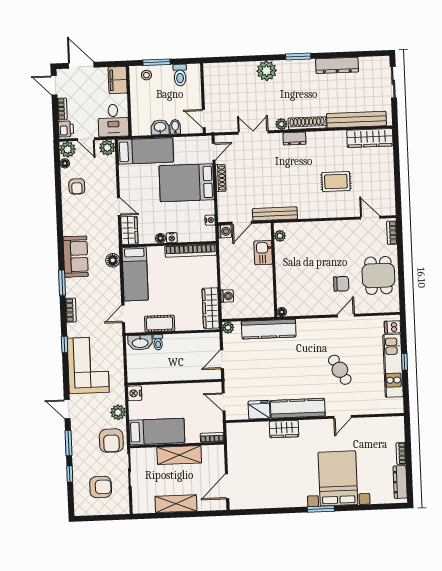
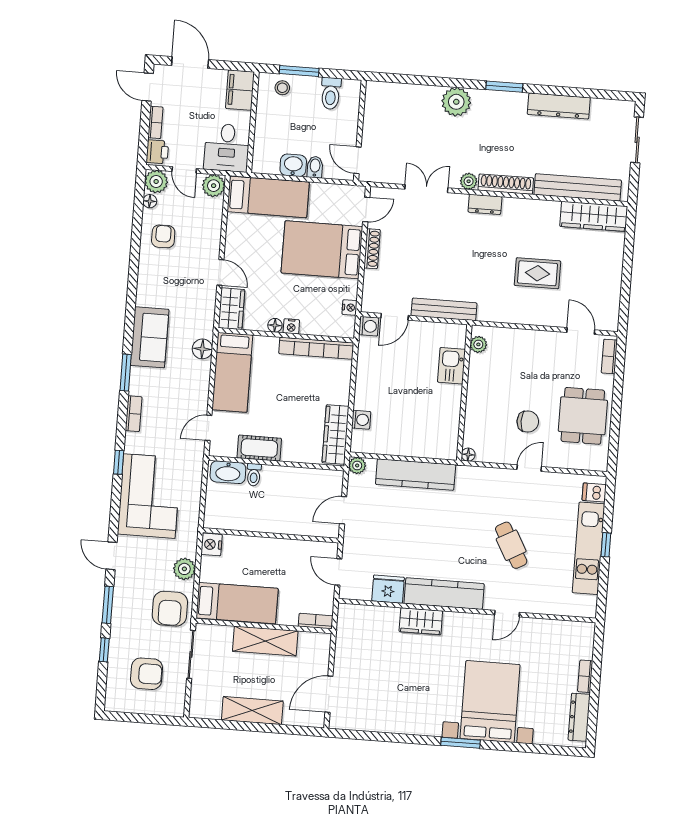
armchair: (77, 186) -> (163, 236), turned 180
plant: (280, 236) -> (478, 344), moved
kitchen sink: (263, 253) -> (451, 366), moved
wall: (274, 270) -> (464, 393), moved
floor lamp: (282, 312) -> (468, 455), moved

